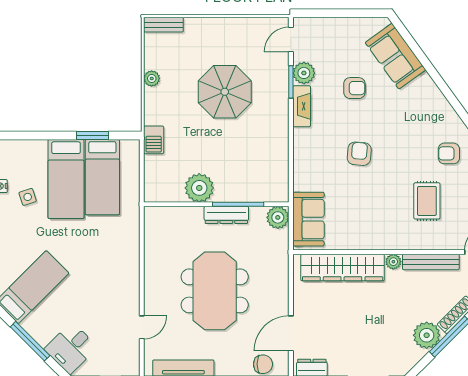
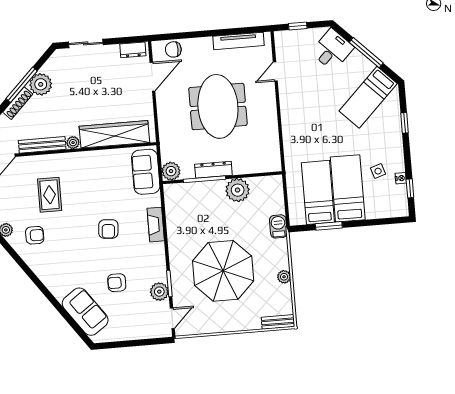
parasol: (225, 92) -> (223, 271), width x1.36, depth x1.36
fireplace: (302, 106) -> (156, 225), moved

